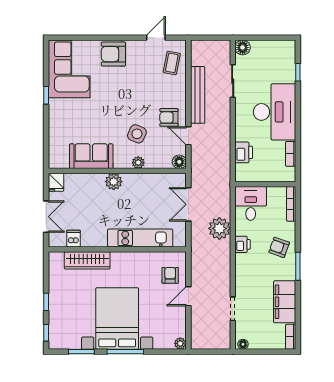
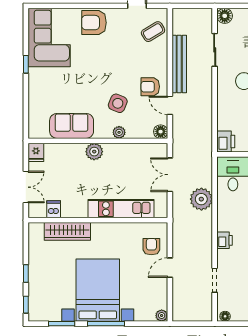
coffee table: (172, 63) -> (153, 32), turned 48
printer: (244, 152) -> (226, 141), moved
printer: (242, 244) -> (225, 240), moved

